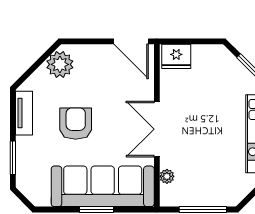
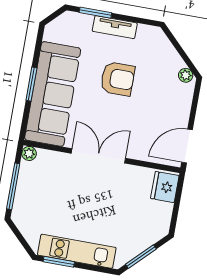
plant: (60, 64) -> (186, 75), width x0.53, depth x0.53
tv unit: (24, 113) -> (115, 27), moved
plant: (167, 176) -> (29, 153), moved

